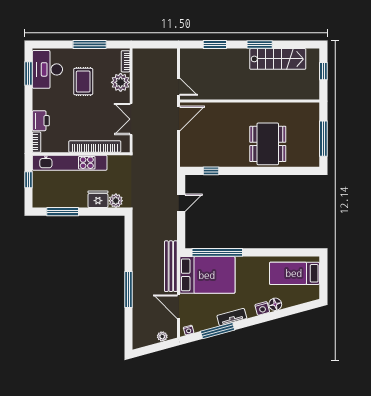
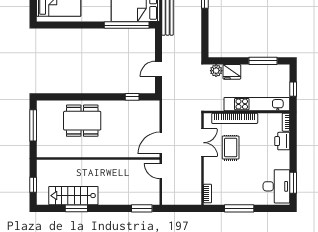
window: (215, 44) -> (142, 208), moved
window: (260, 44) -> (76, 208), moved
rug: (83, 82) -> (231, 148), moved
plant: (121, 82) -> (212, 175), removed
dining table: (268, 144) -> (82, 121), turned 90

